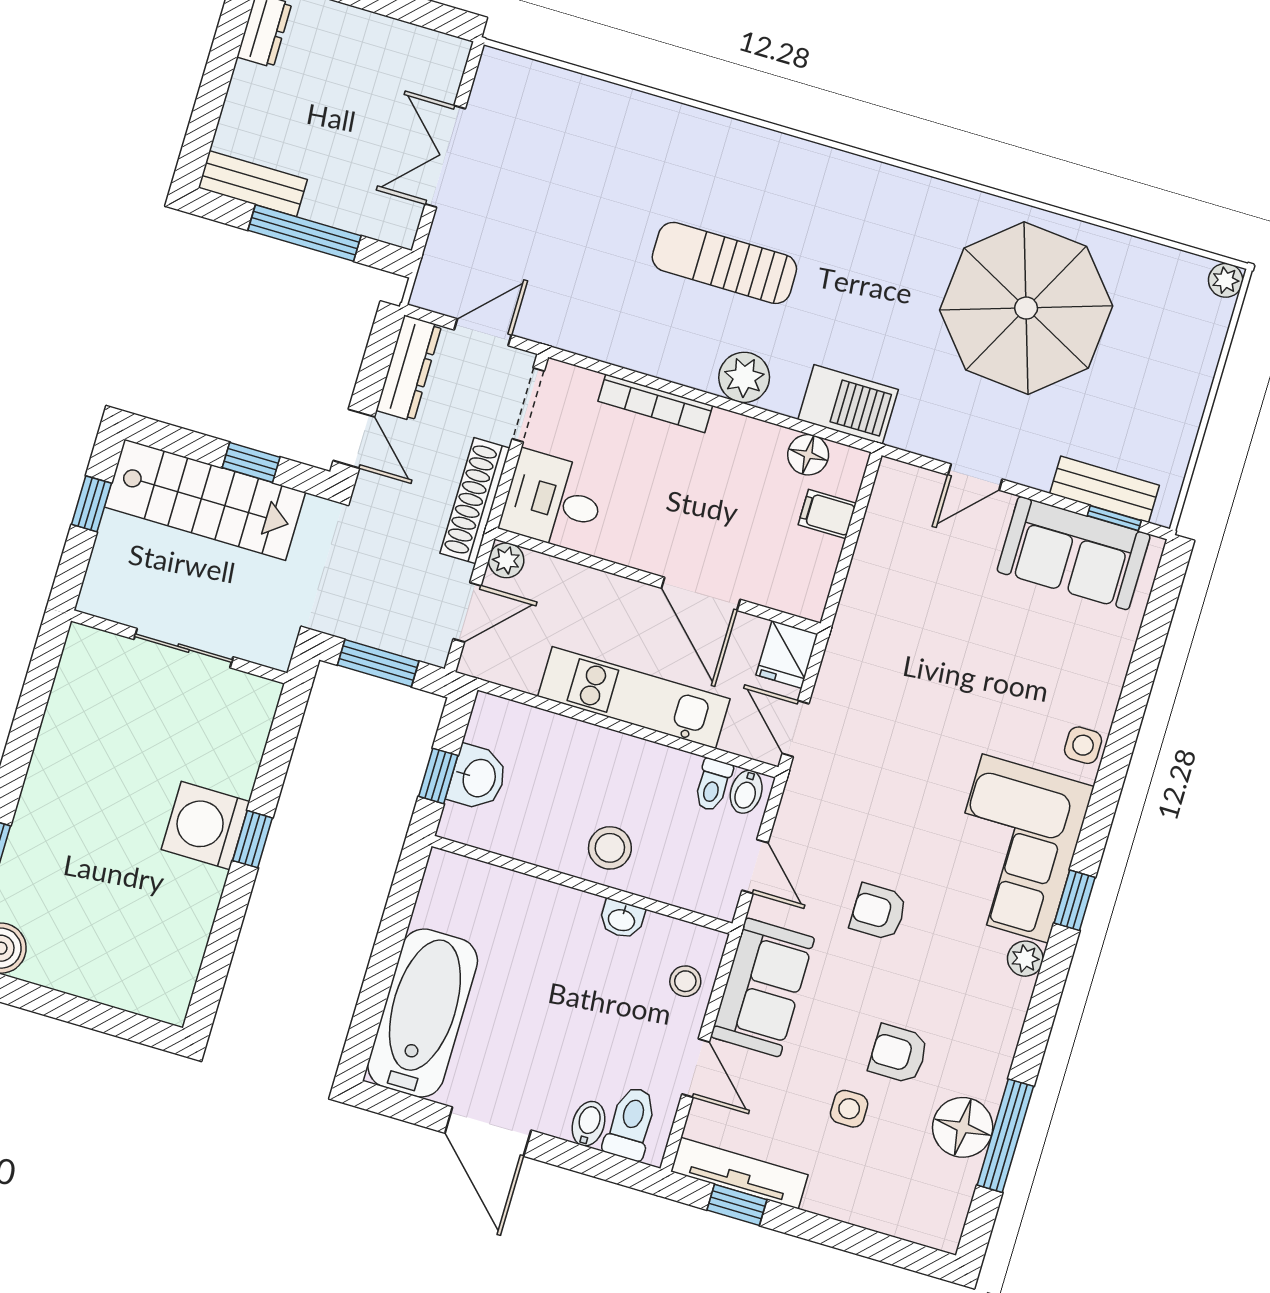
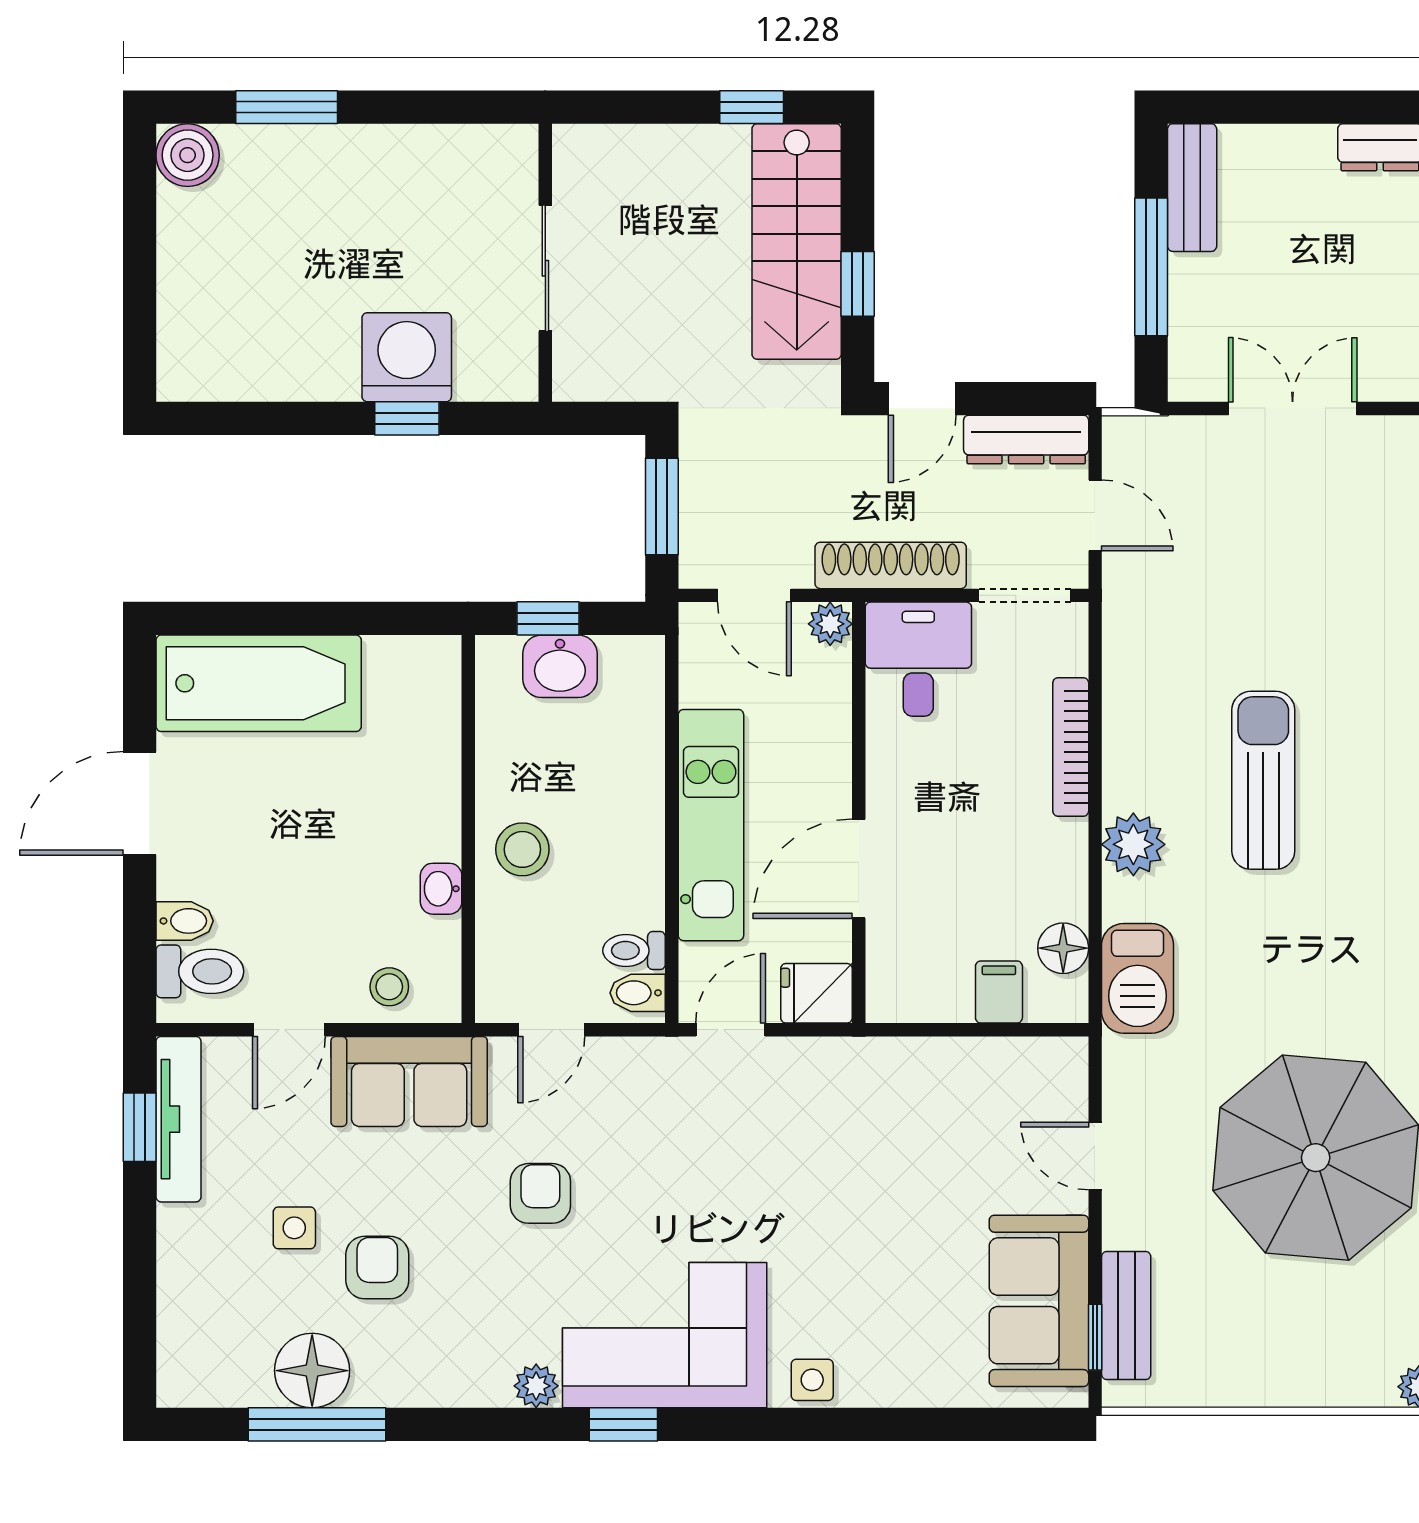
wall: (179, 647) -> (545, 263), moved
sliding door: (183, 648) -> (545, 268), moved

